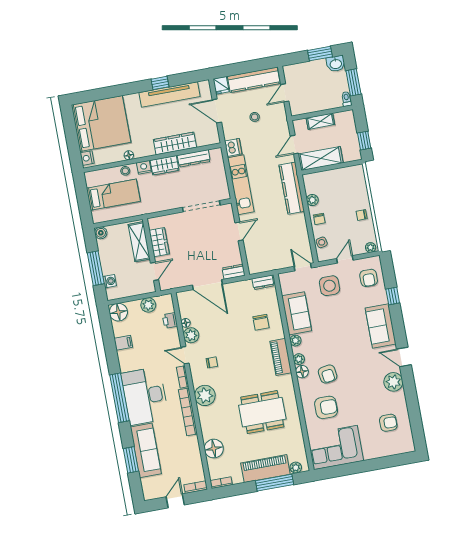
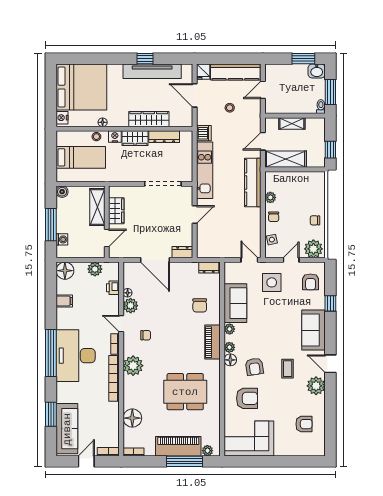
plant: (371, 247) -> (313, 249), width x1.87, depth x1.87
coffee table: (361, 370) -> (288, 369), added
sofa: (146, 450) -> (67, 429), moved

